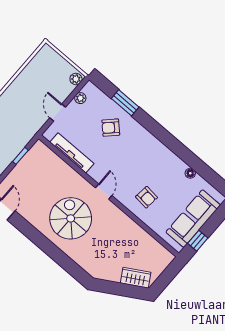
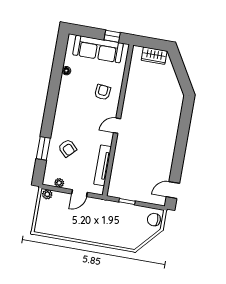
spiral stairs: (71, 218) -> (151, 138), removed
wardrobe: (136, 278) -> (154, 56), moved, turned -60

